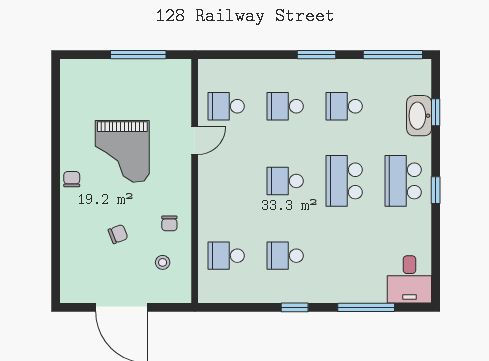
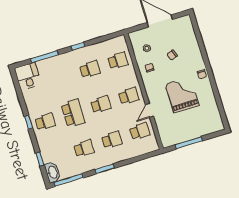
washbasin: (419, 116) -> (53, 172), moved
school desk: (226, 181) -> (129, 96), added
school desk: (403, 181) -> (45, 122), width x0.54

